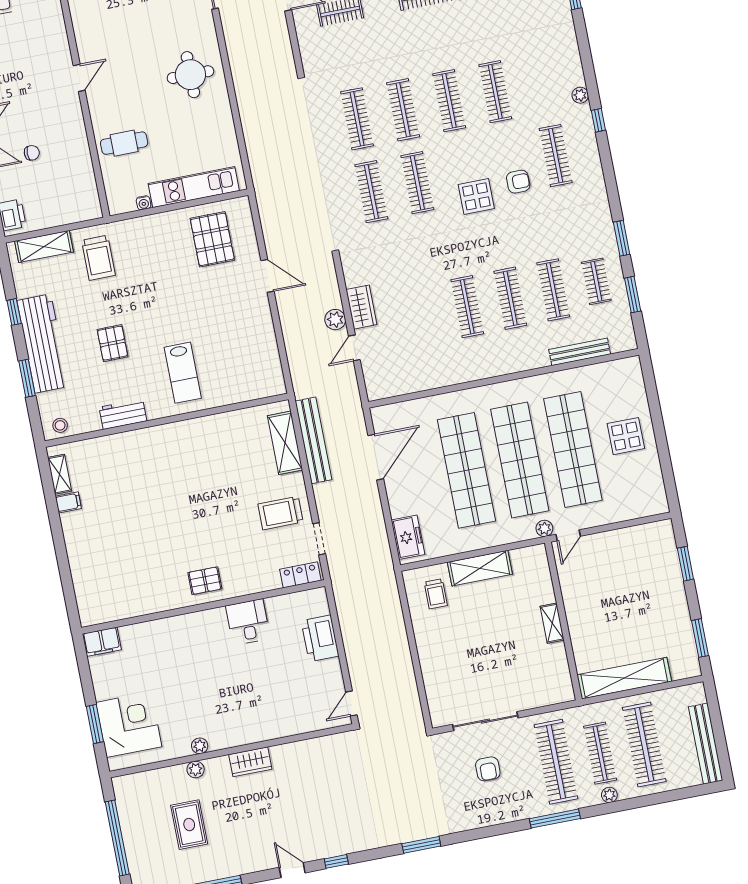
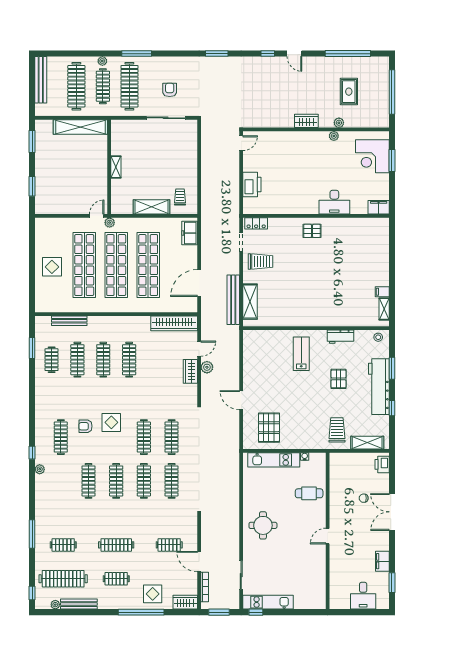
window: (622, 238) -> (32, 382), removed
wardrobe: (404, 382) -> (174, 323), added
desk: (248, 622) -> (334, 202), moved, width x1.37

